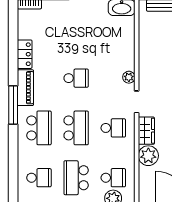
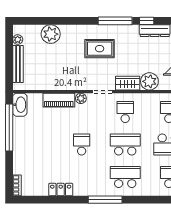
piano: (25, 88) -> (59, 100), moved, turned 180

